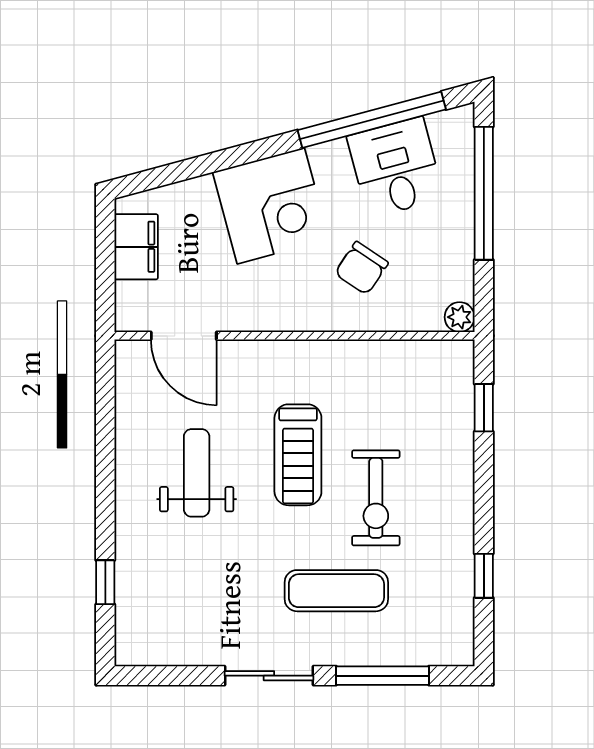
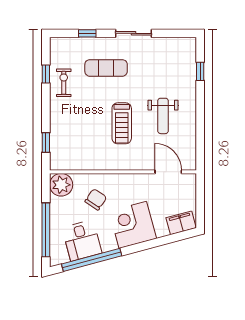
filing cabinet: (136, 247) -> (181, 223), moved, turned 75
plant: (460, 317) -> (61, 185), width x1.88, depth x1.88
treadmill: (298, 455) -> (122, 123), turned 180
exercise bike: (376, 498) -> (64, 83), moved, width x0.73, depth x0.72
window: (383, 676) -> (87, 33), width x0.46

